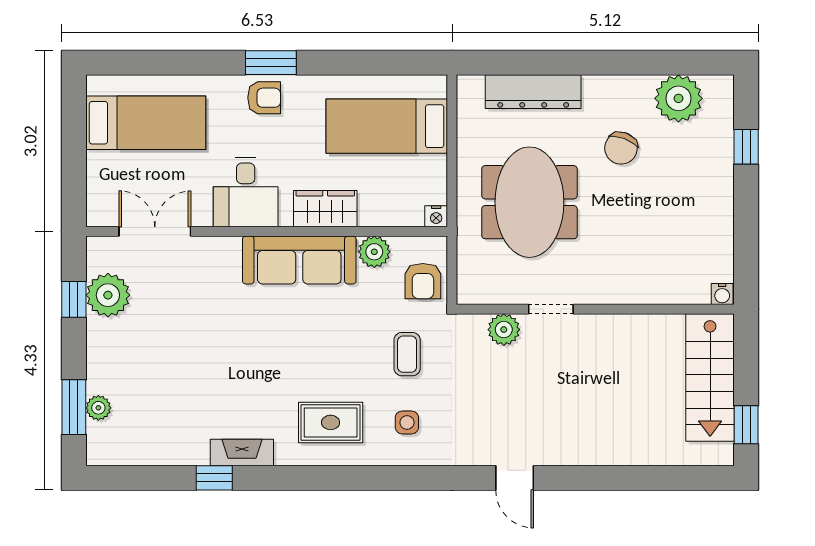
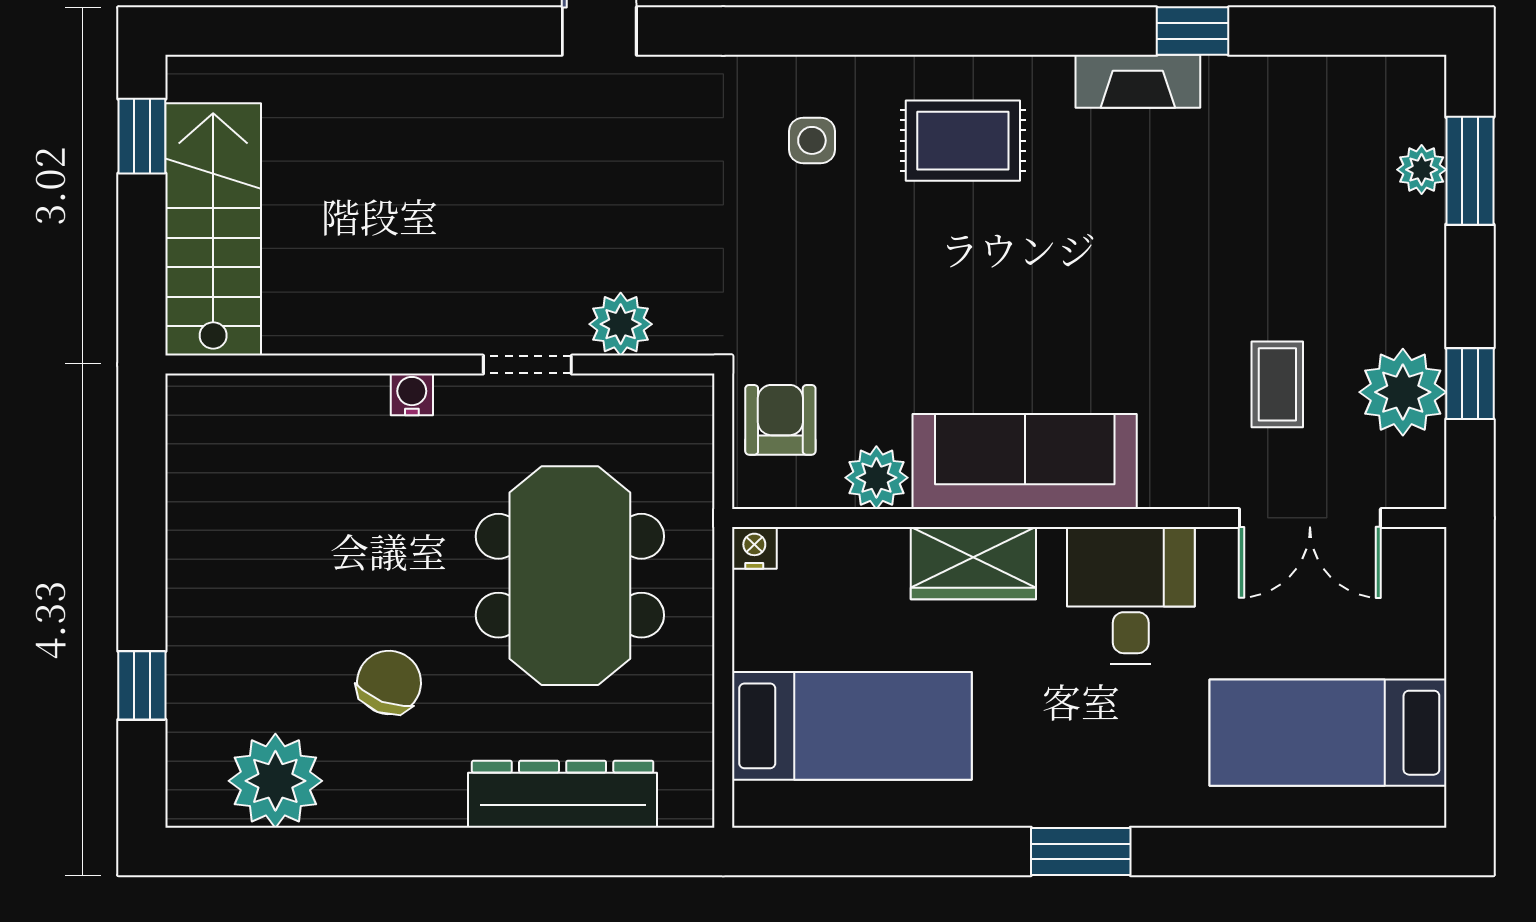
armchair: (264, 98) -> (1094, 782), removed
water cooler: (722, 294) -> (412, 394), moved
coffee table: (407, 354) -> (1277, 384), moved

